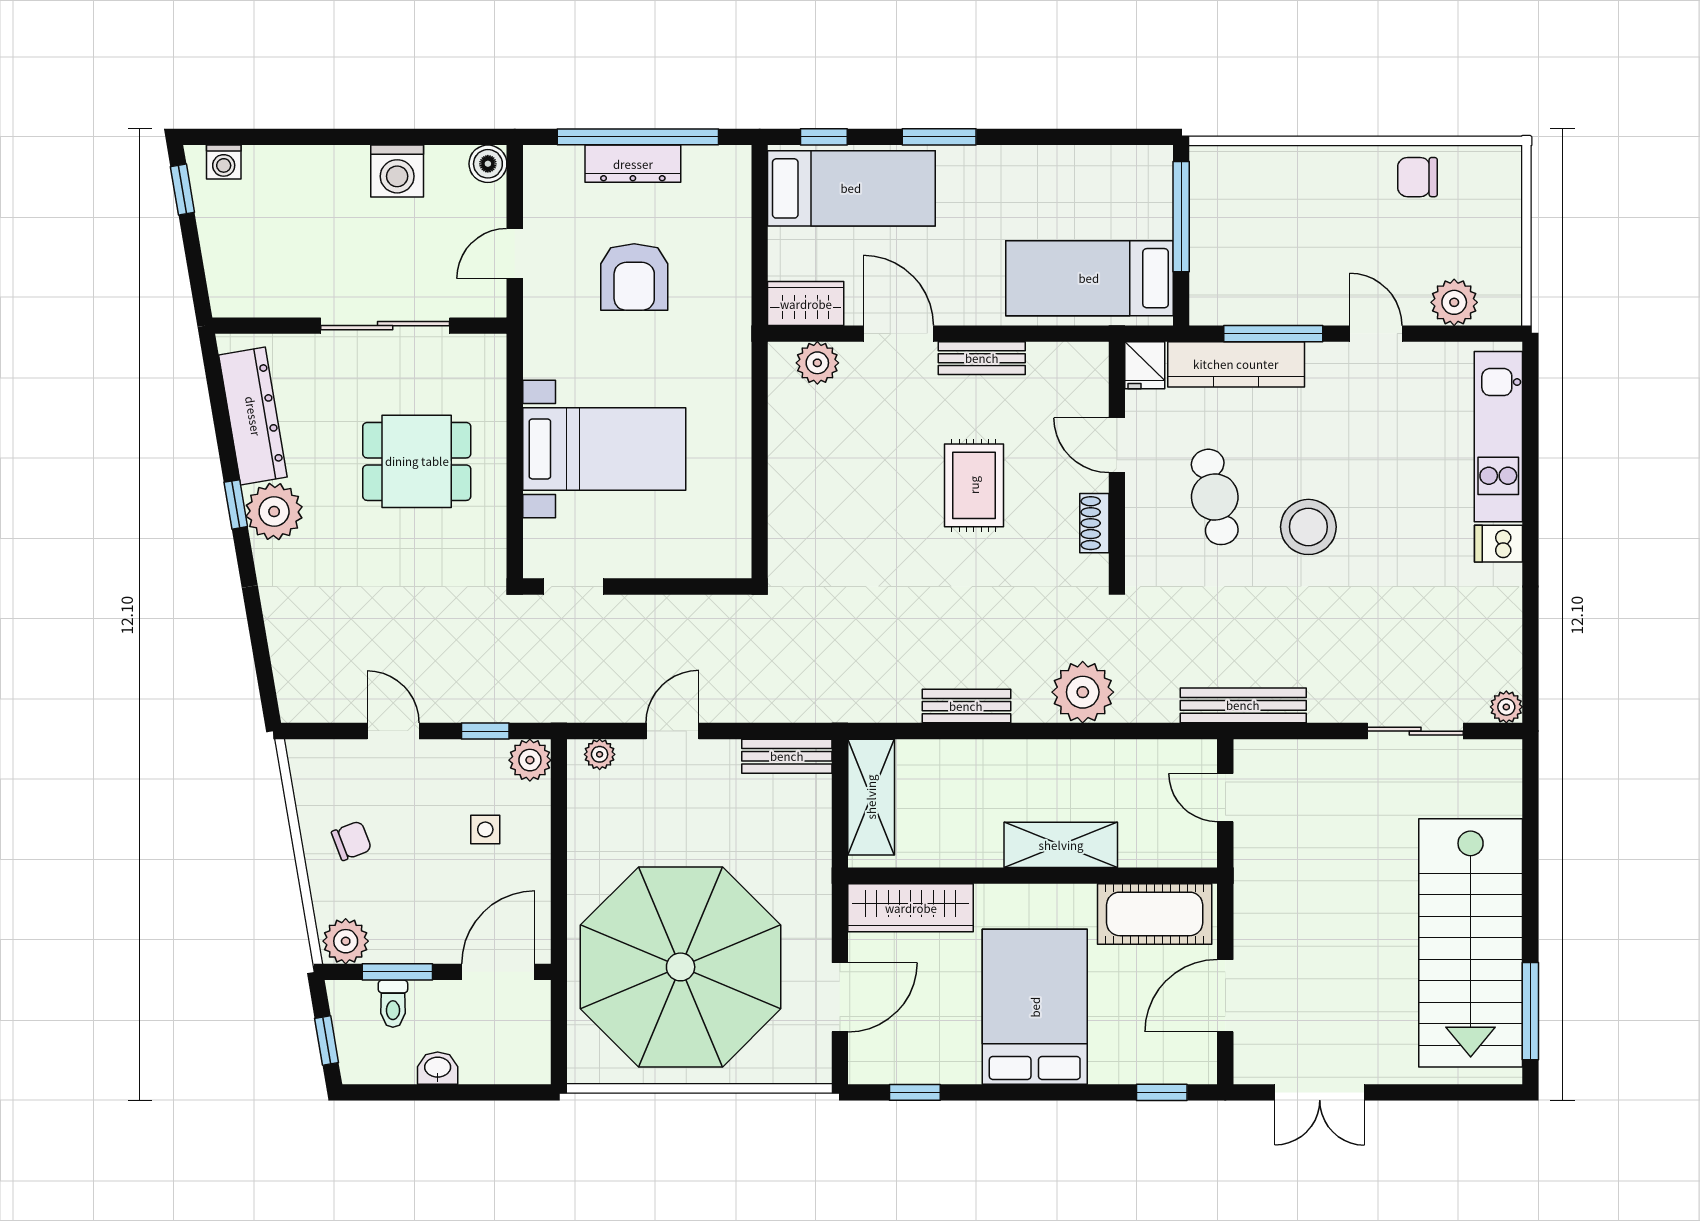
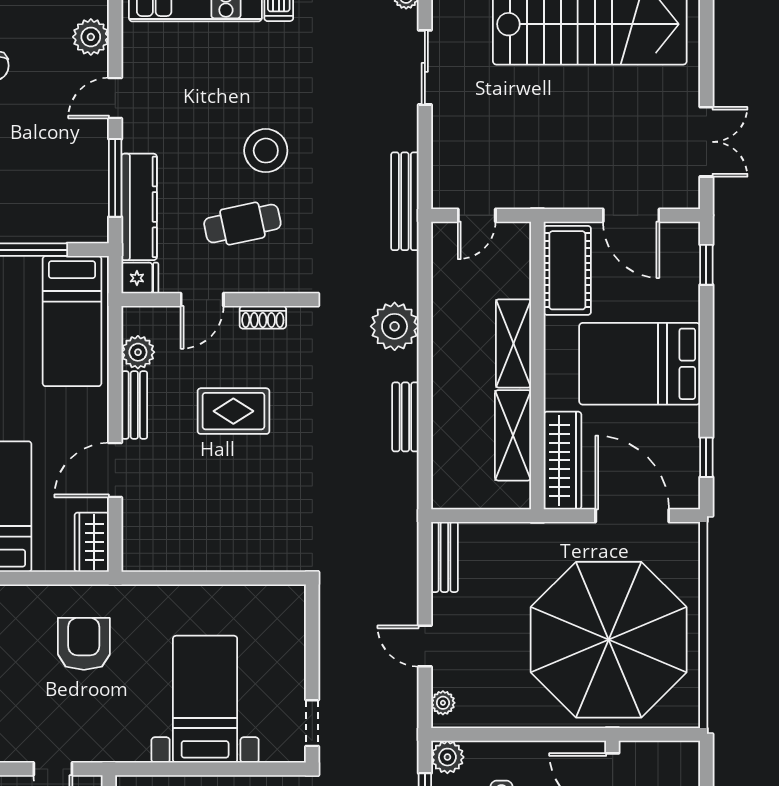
armchair: (634, 277) -> (84, 644), moved, turned -90
plant: (817, 363) -> (138, 352), moved
shelving: (871, 797) -> (513, 435), moved, turned 90
door: (840, 997) -> (632, 516), width x1.36

